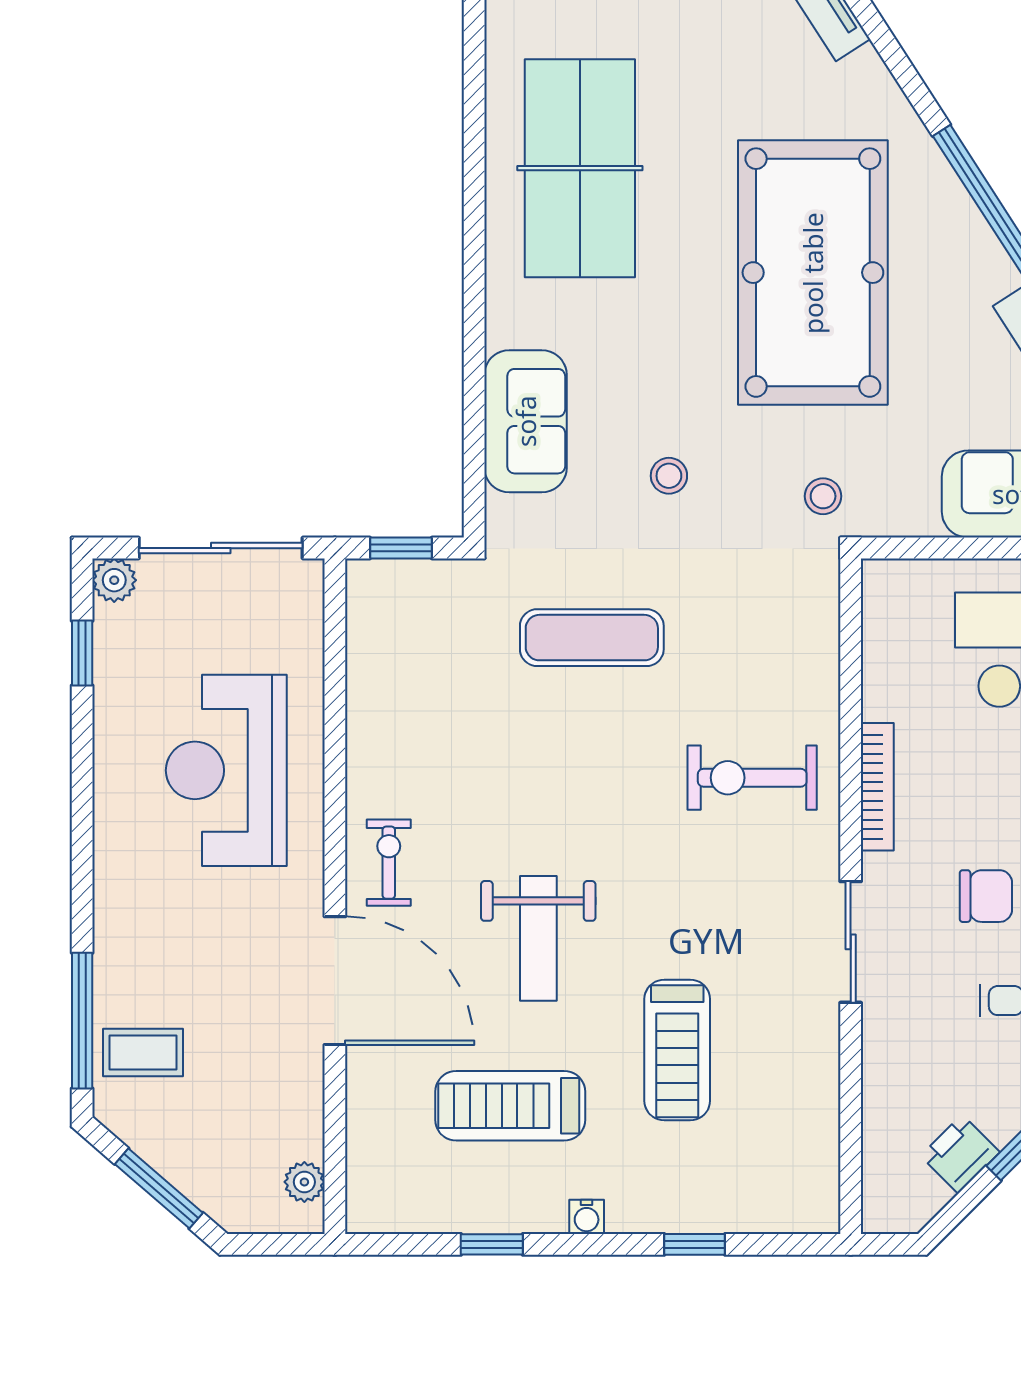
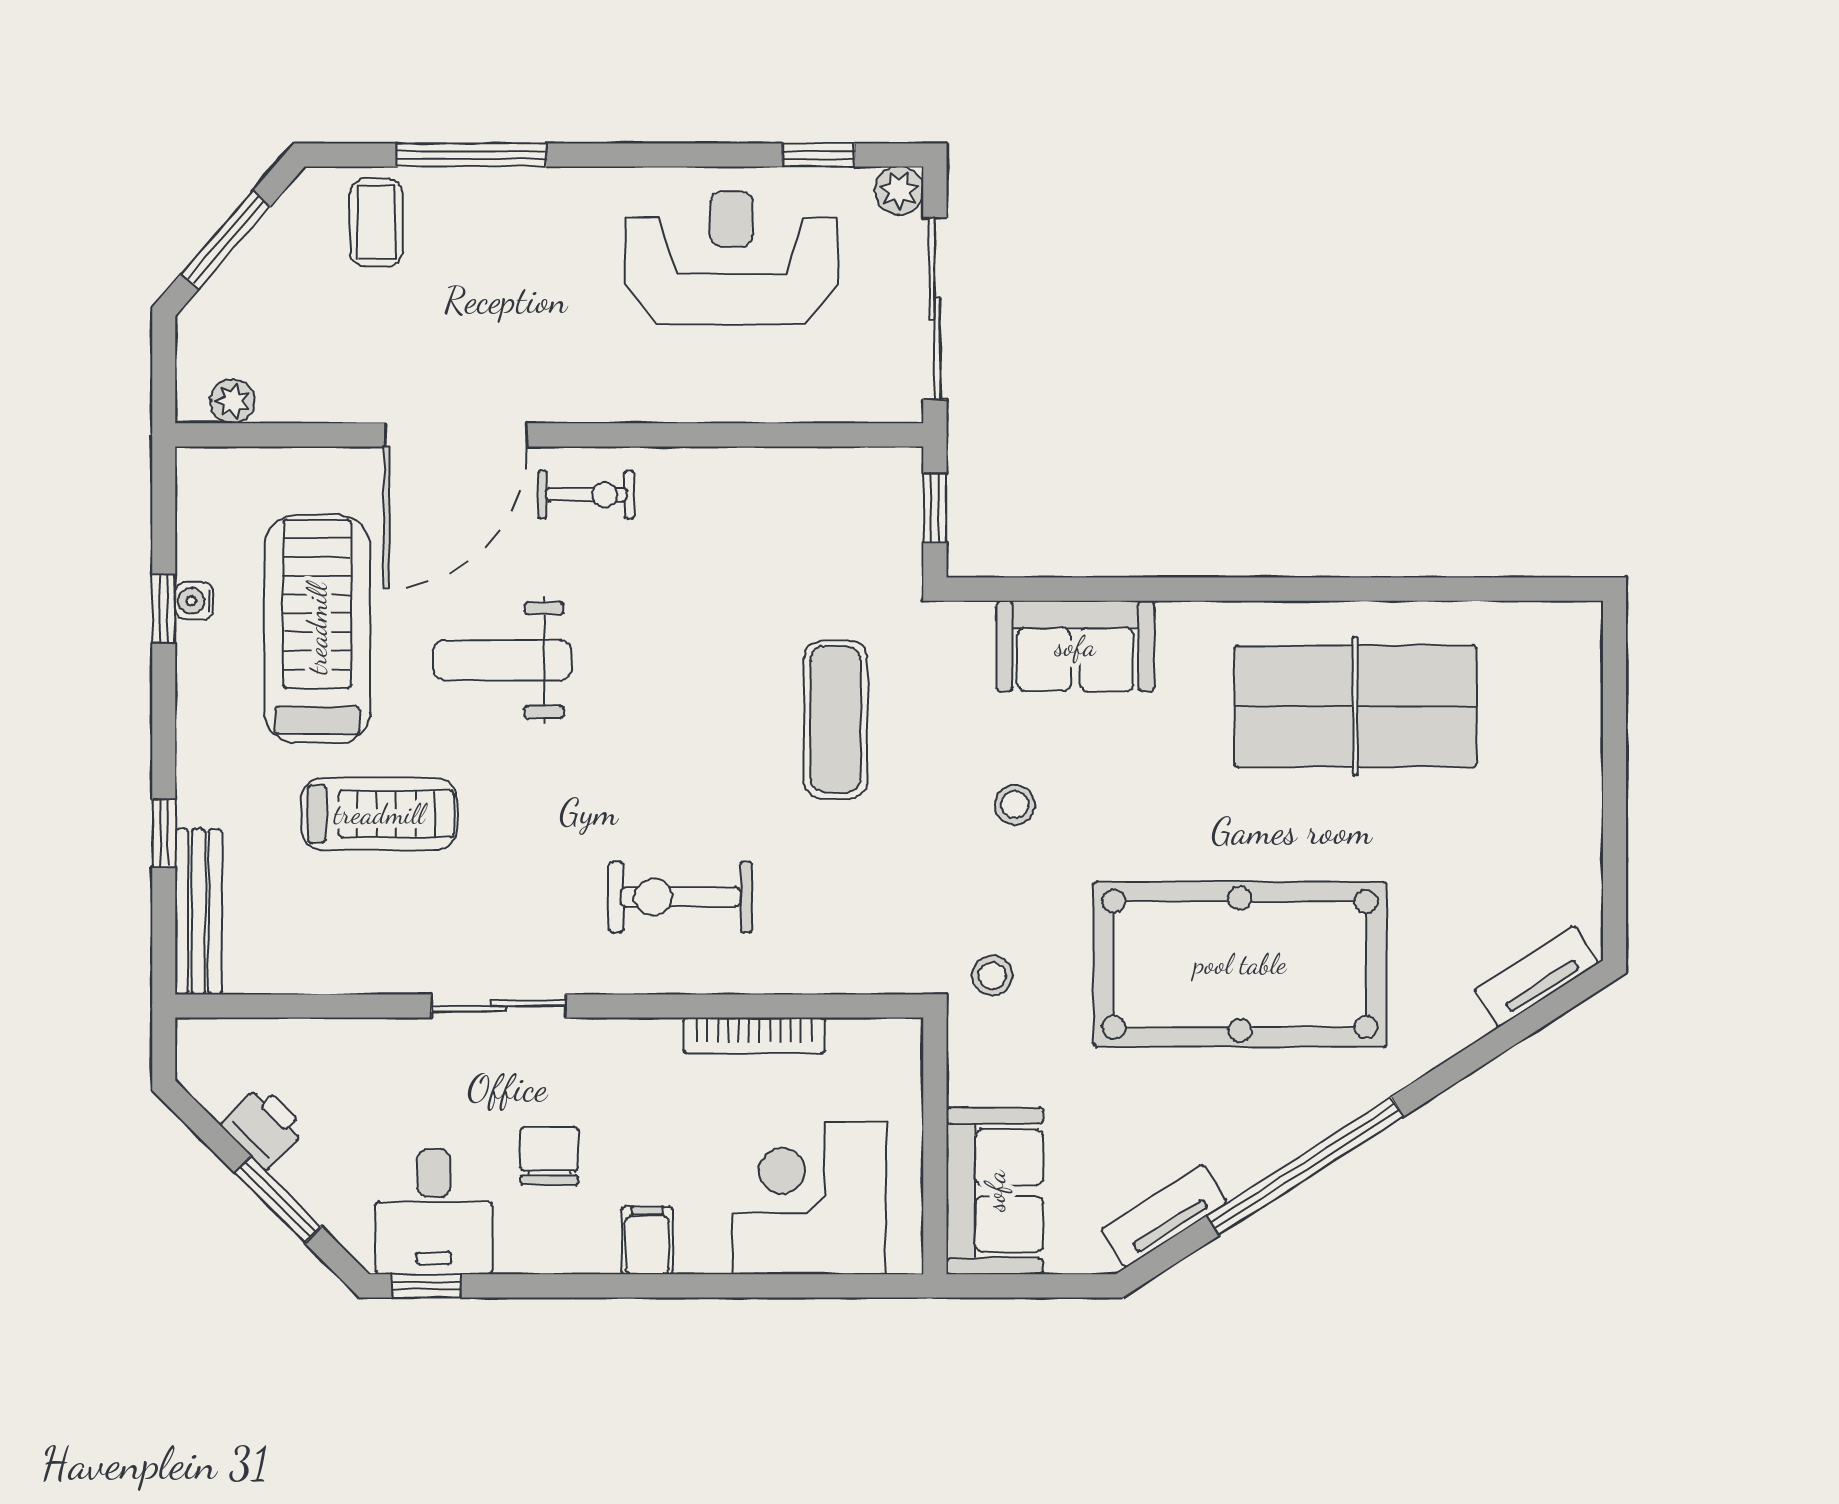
reception desk: (226, 770) -> (731, 258), moved
exercise bike: (752, 778) -> (680, 897), turned -90
bookcase: (877, 787) -> (754, 1036), moved
chair: (986, 896) -> (549, 1156), turned 180
window: (82, 1021) -> (471, 155), moved
treadmill: (677, 1050) -> (379, 814), turned 180
treadmill: (510, 1106) -> (317, 629), width x1.37, depth x1.38
bench: (765, 1213) -> (198, 912), added
water cooler: (587, 1217) -> (194, 601), moved

